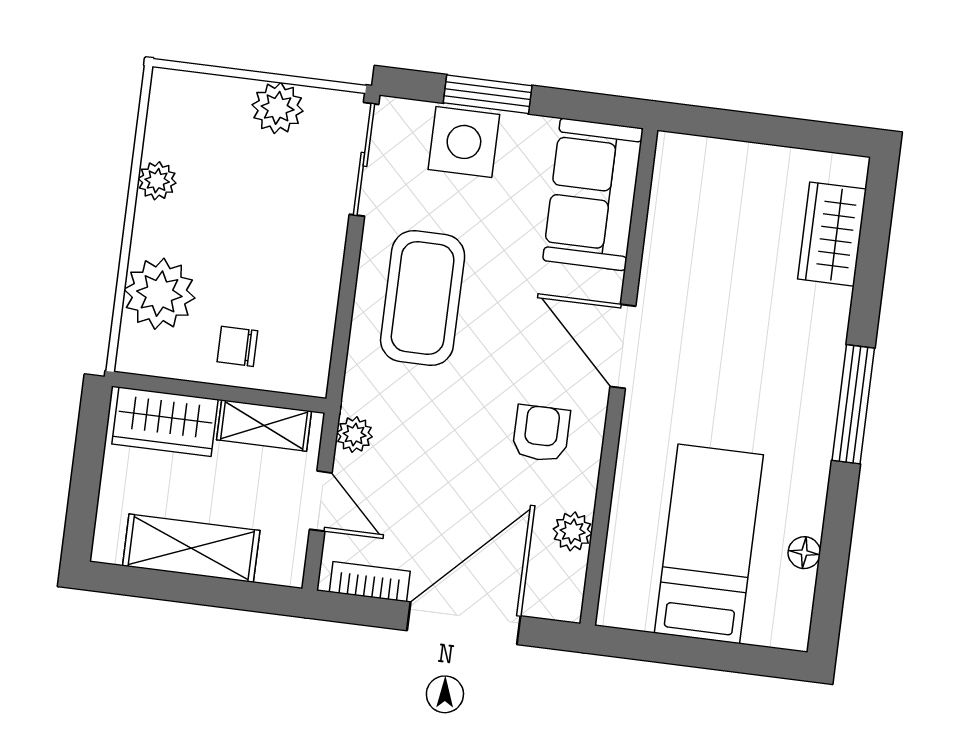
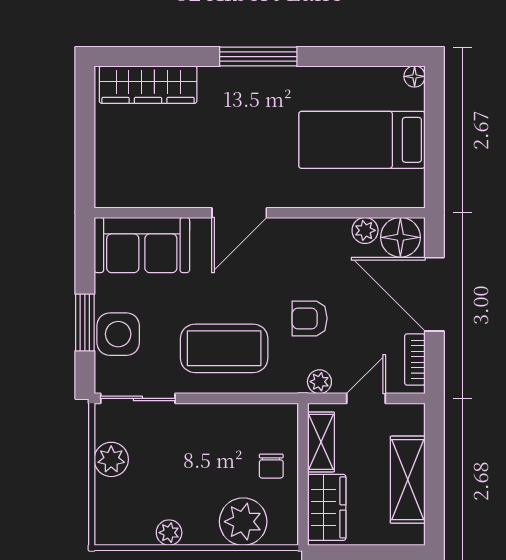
wardrobe: (832, 234) -> (148, 85), width x1.50
armchair: (541, 433) -> (310, 318), moved
floor lamp: (804, 553) -> (415, 76), moved
floor lamp: (556, 583) -> (400, 237), added

